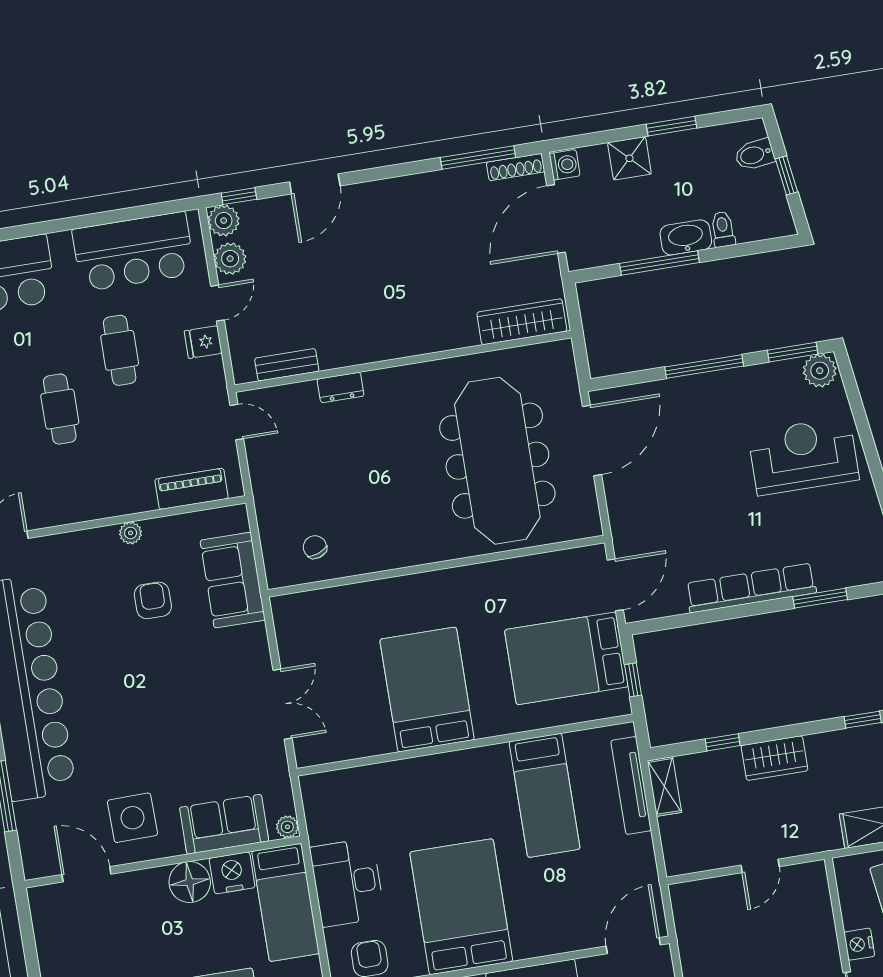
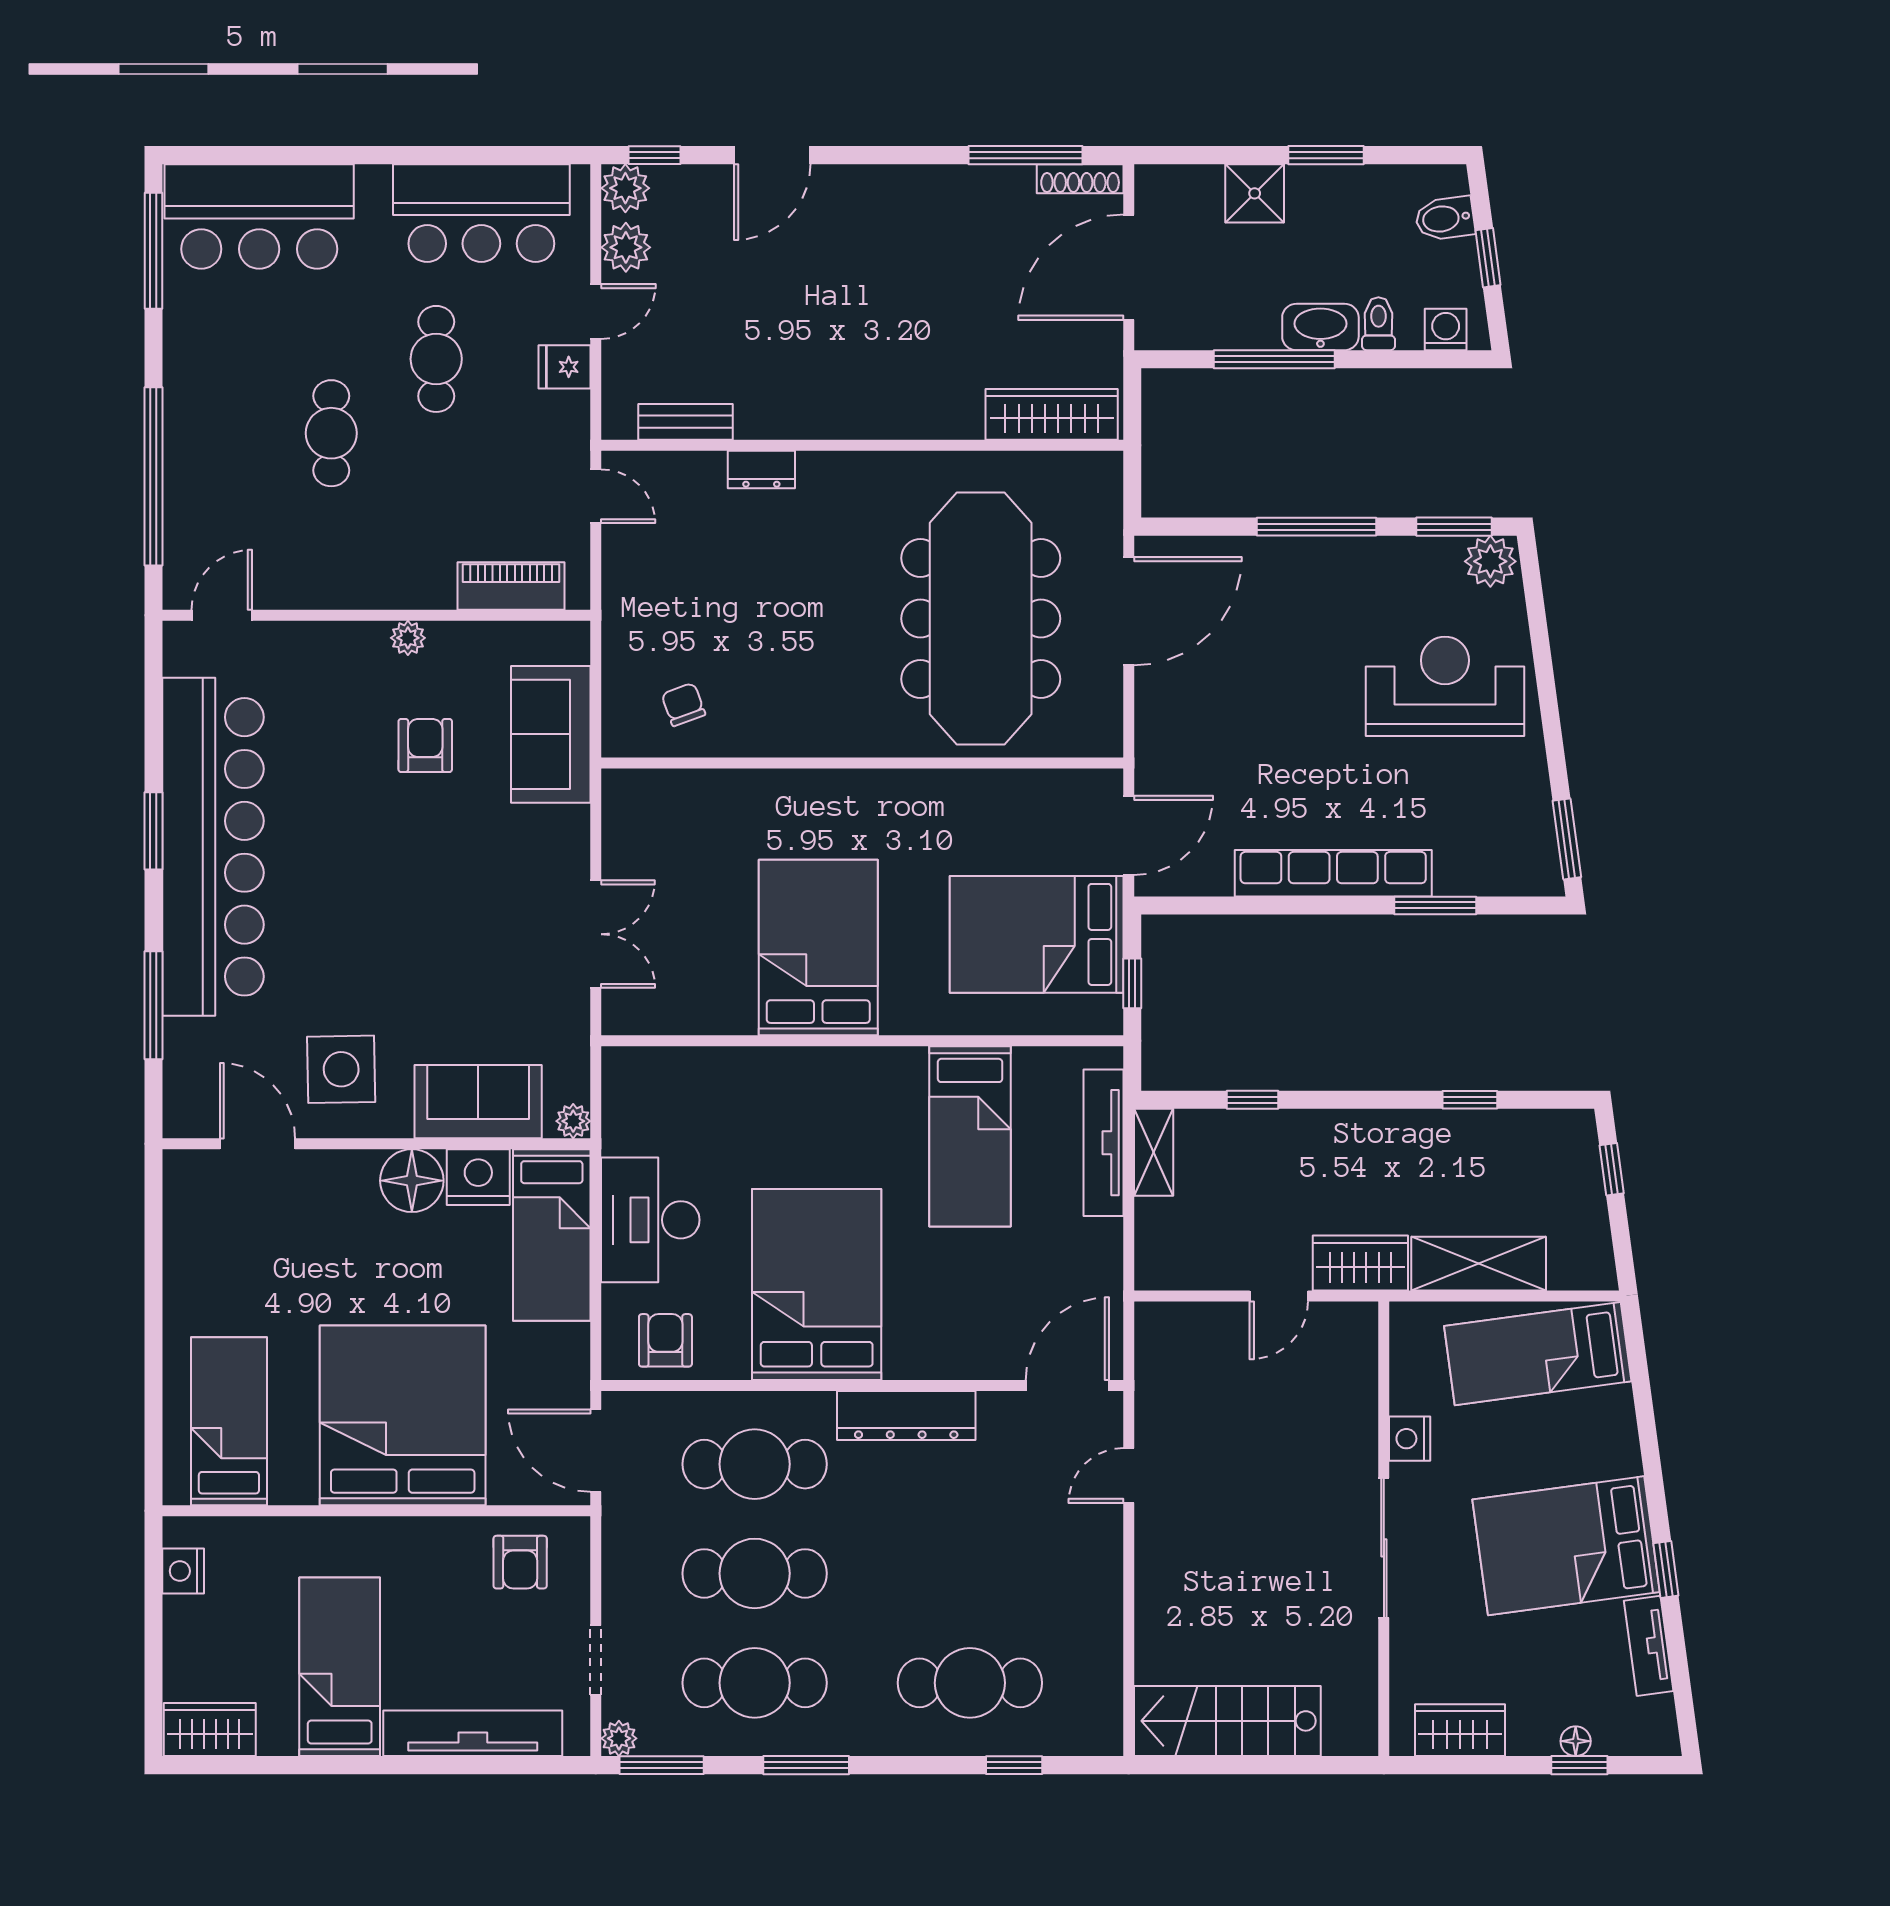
washing machine: (565, 165) -> (1446, 329), moved, turned -90
wardrobe: (774, 758) -> (1360, 1263), moved, turned 180

